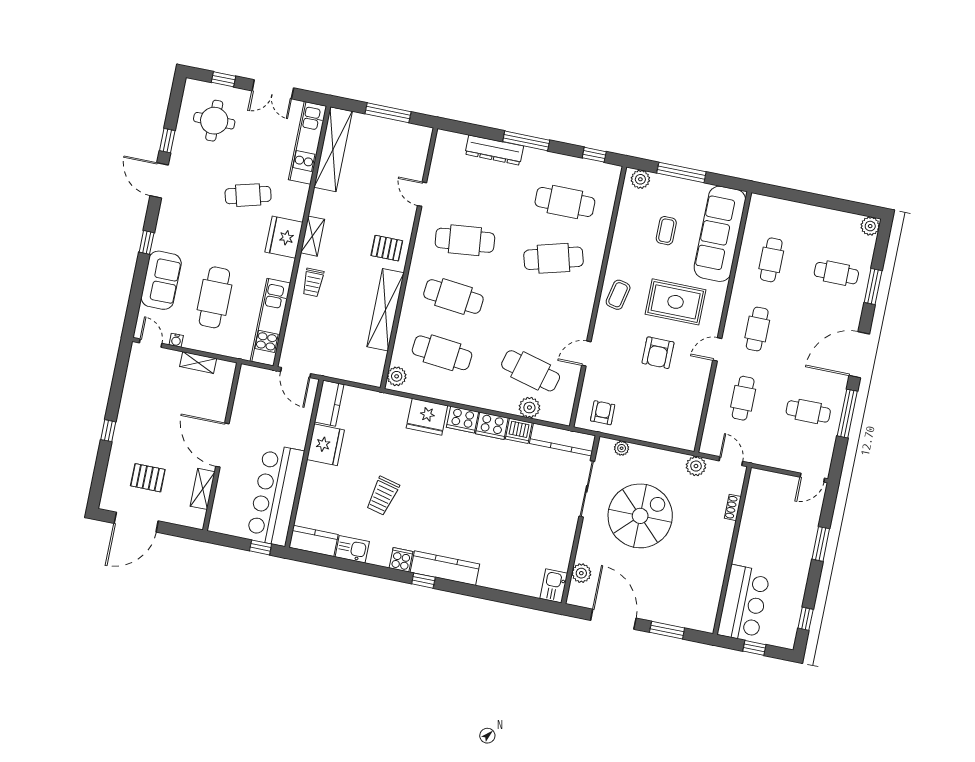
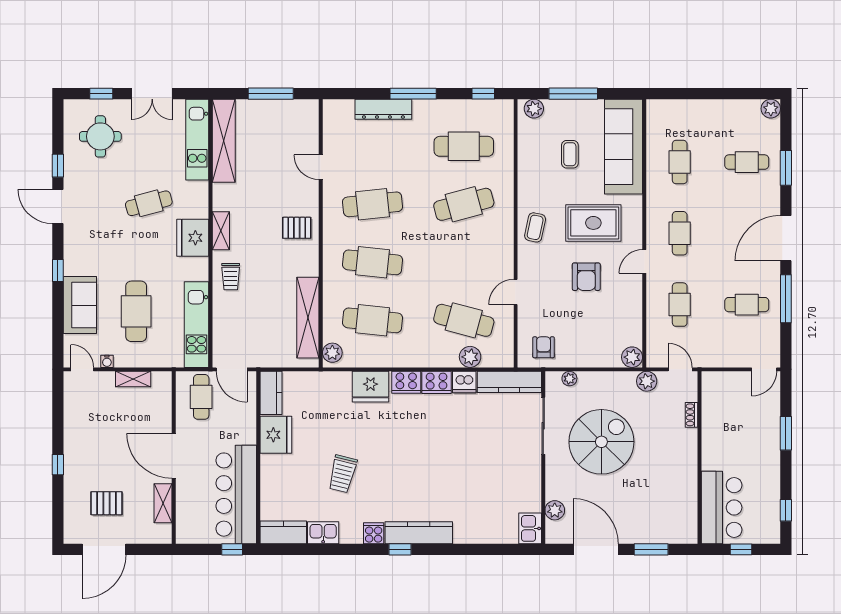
shelving: (385, 310) -> (308, 318), moved
cafe table: (261, 393) -> (201, 397), added
plant: (687, 440) -> (632, 357), added

